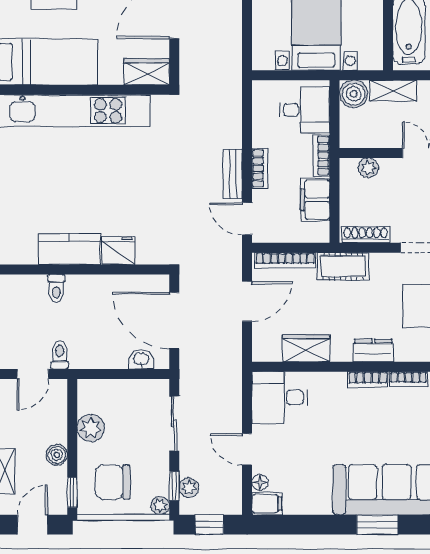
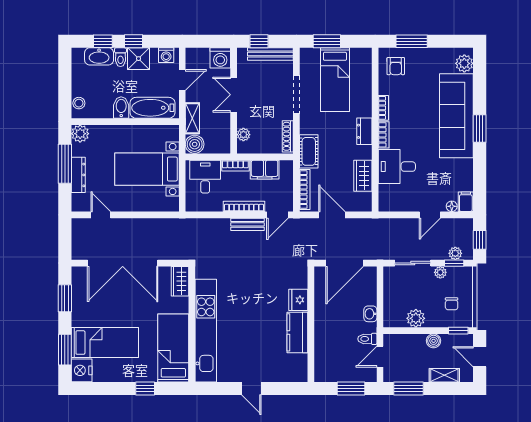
bookcase: (260, 168) -> (244, 206), width x1.56
toilet: (56, 288) -> (323, 341), removed
washbasin: (141, 359) -> (370, 314), moved
door: (33, 374) -> (380, 357), swing flipped
desk: (280, 397) -> (397, 167), moved, turned 90
chair: (113, 482) -> (452, 304), width x0.54, depth x0.54
plant: (160, 506) -> (440, 272), moved

